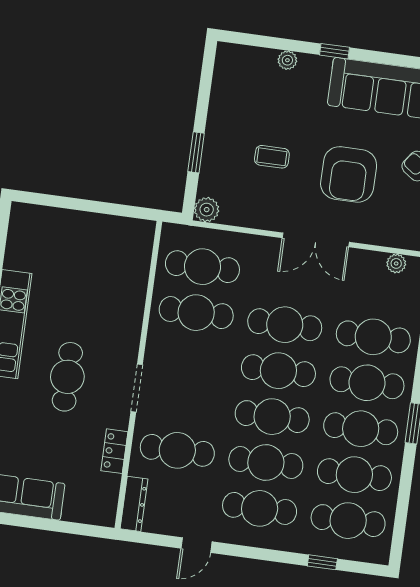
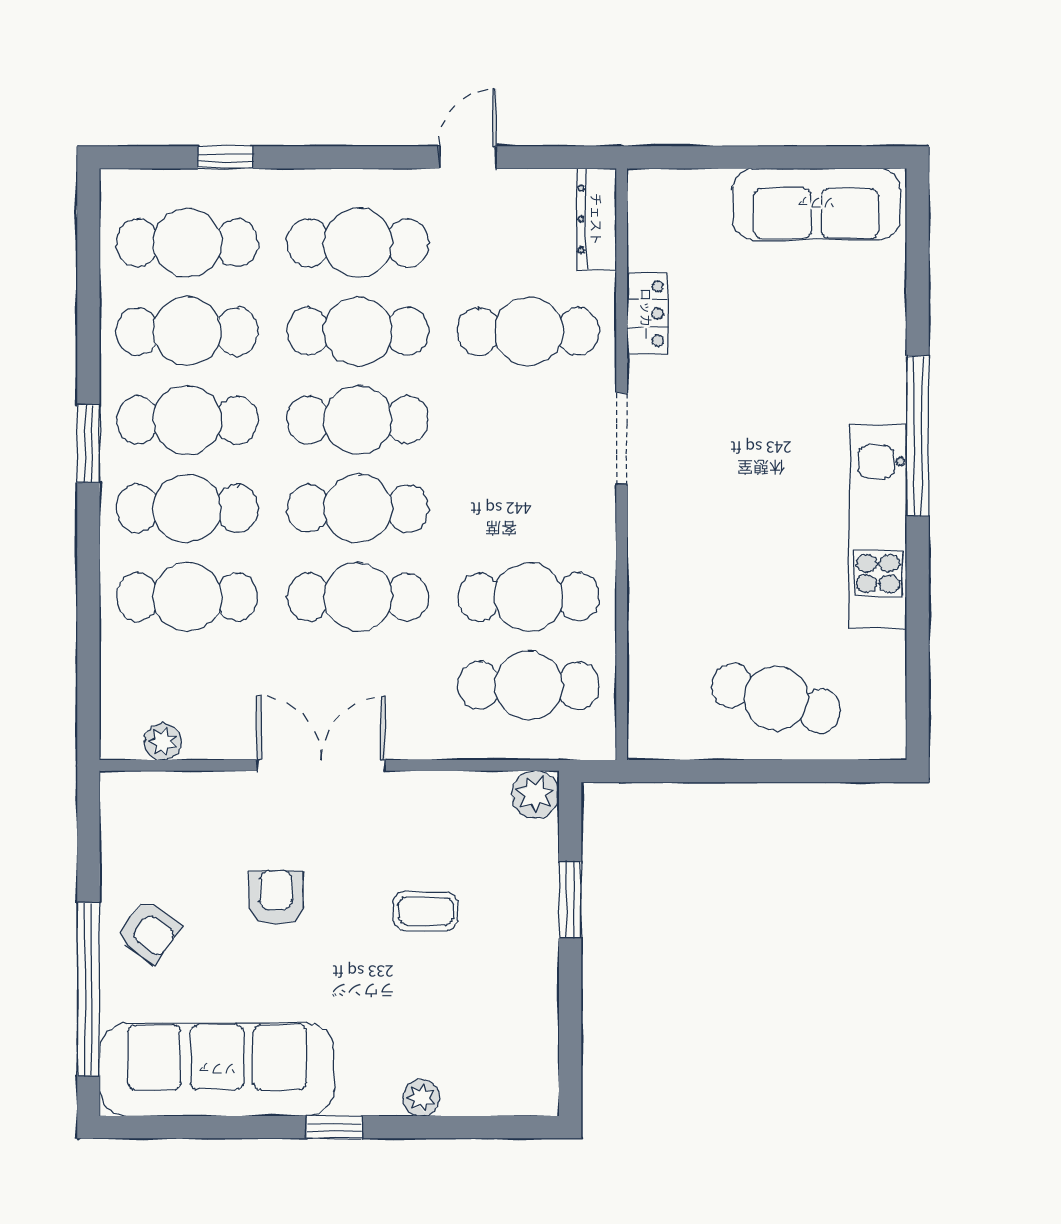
armchair: (349, 174) -> (276, 898), width x0.53, depth x0.53
cafe table: (67, 377) -> (776, 698), moved, turned -74

